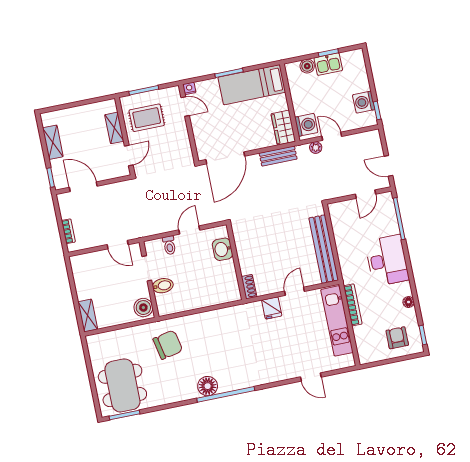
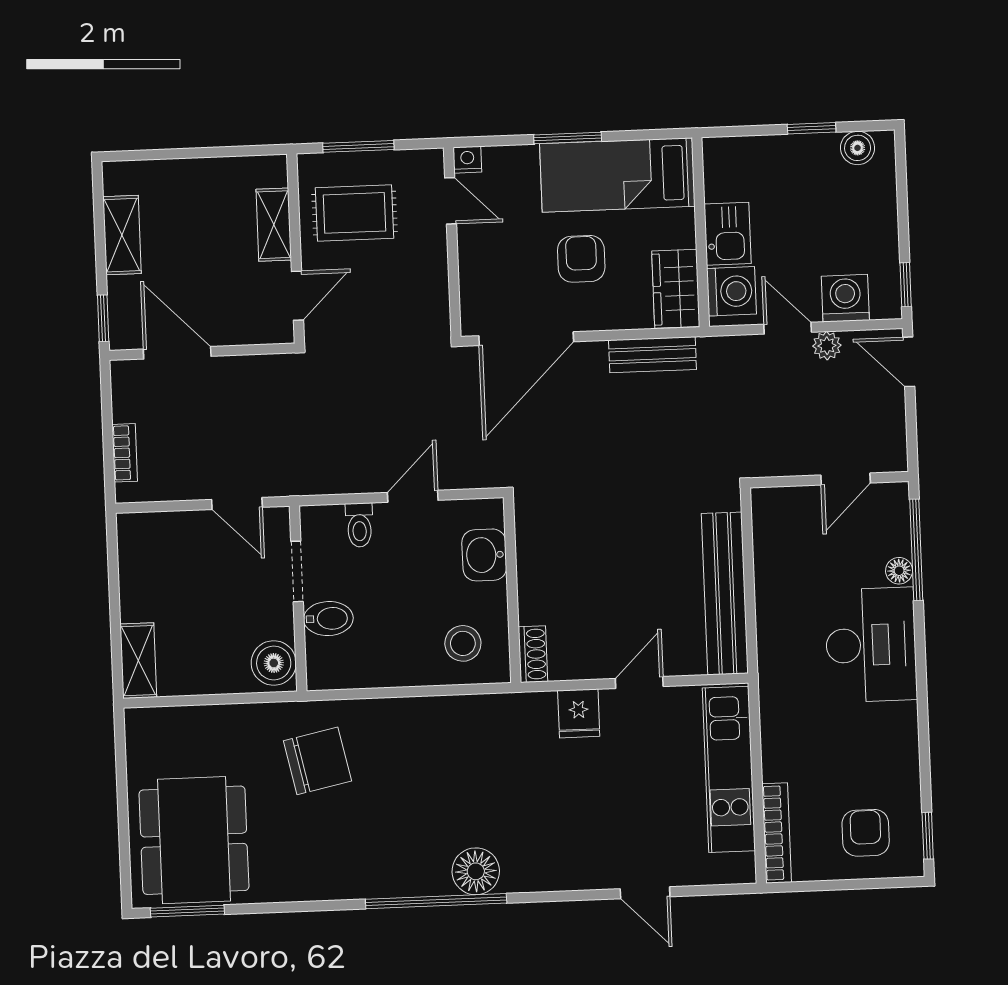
kitchen sink: (328, 64) -> (728, 234), moved, turned -90
boiler: (307, 66) -> (858, 148), moved
washing machine: (364, 102) -> (845, 298), moved, turned 90
armchair: (243, 121) -> (581, 259), added
plant: (316, 148) -> (827, 346), moved
door: (388, 166) -> (909, 362), moved
stool: (220, 287) -> (463, 643), added
floor lamp: (409, 302) -> (899, 571), moved
bookcase: (353, 305) -> (777, 833), moved
floor lamp: (208, 386) -> (476, 871), moved

